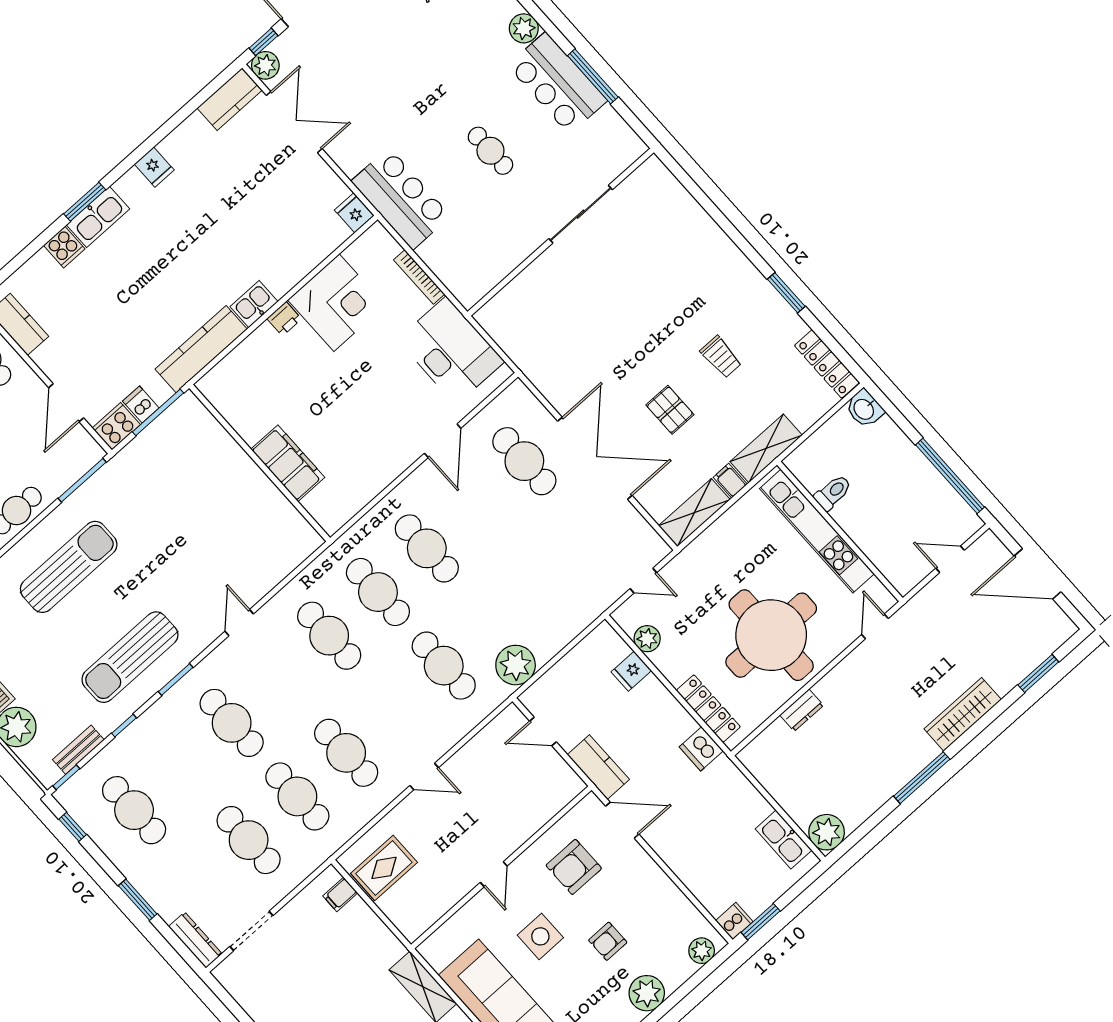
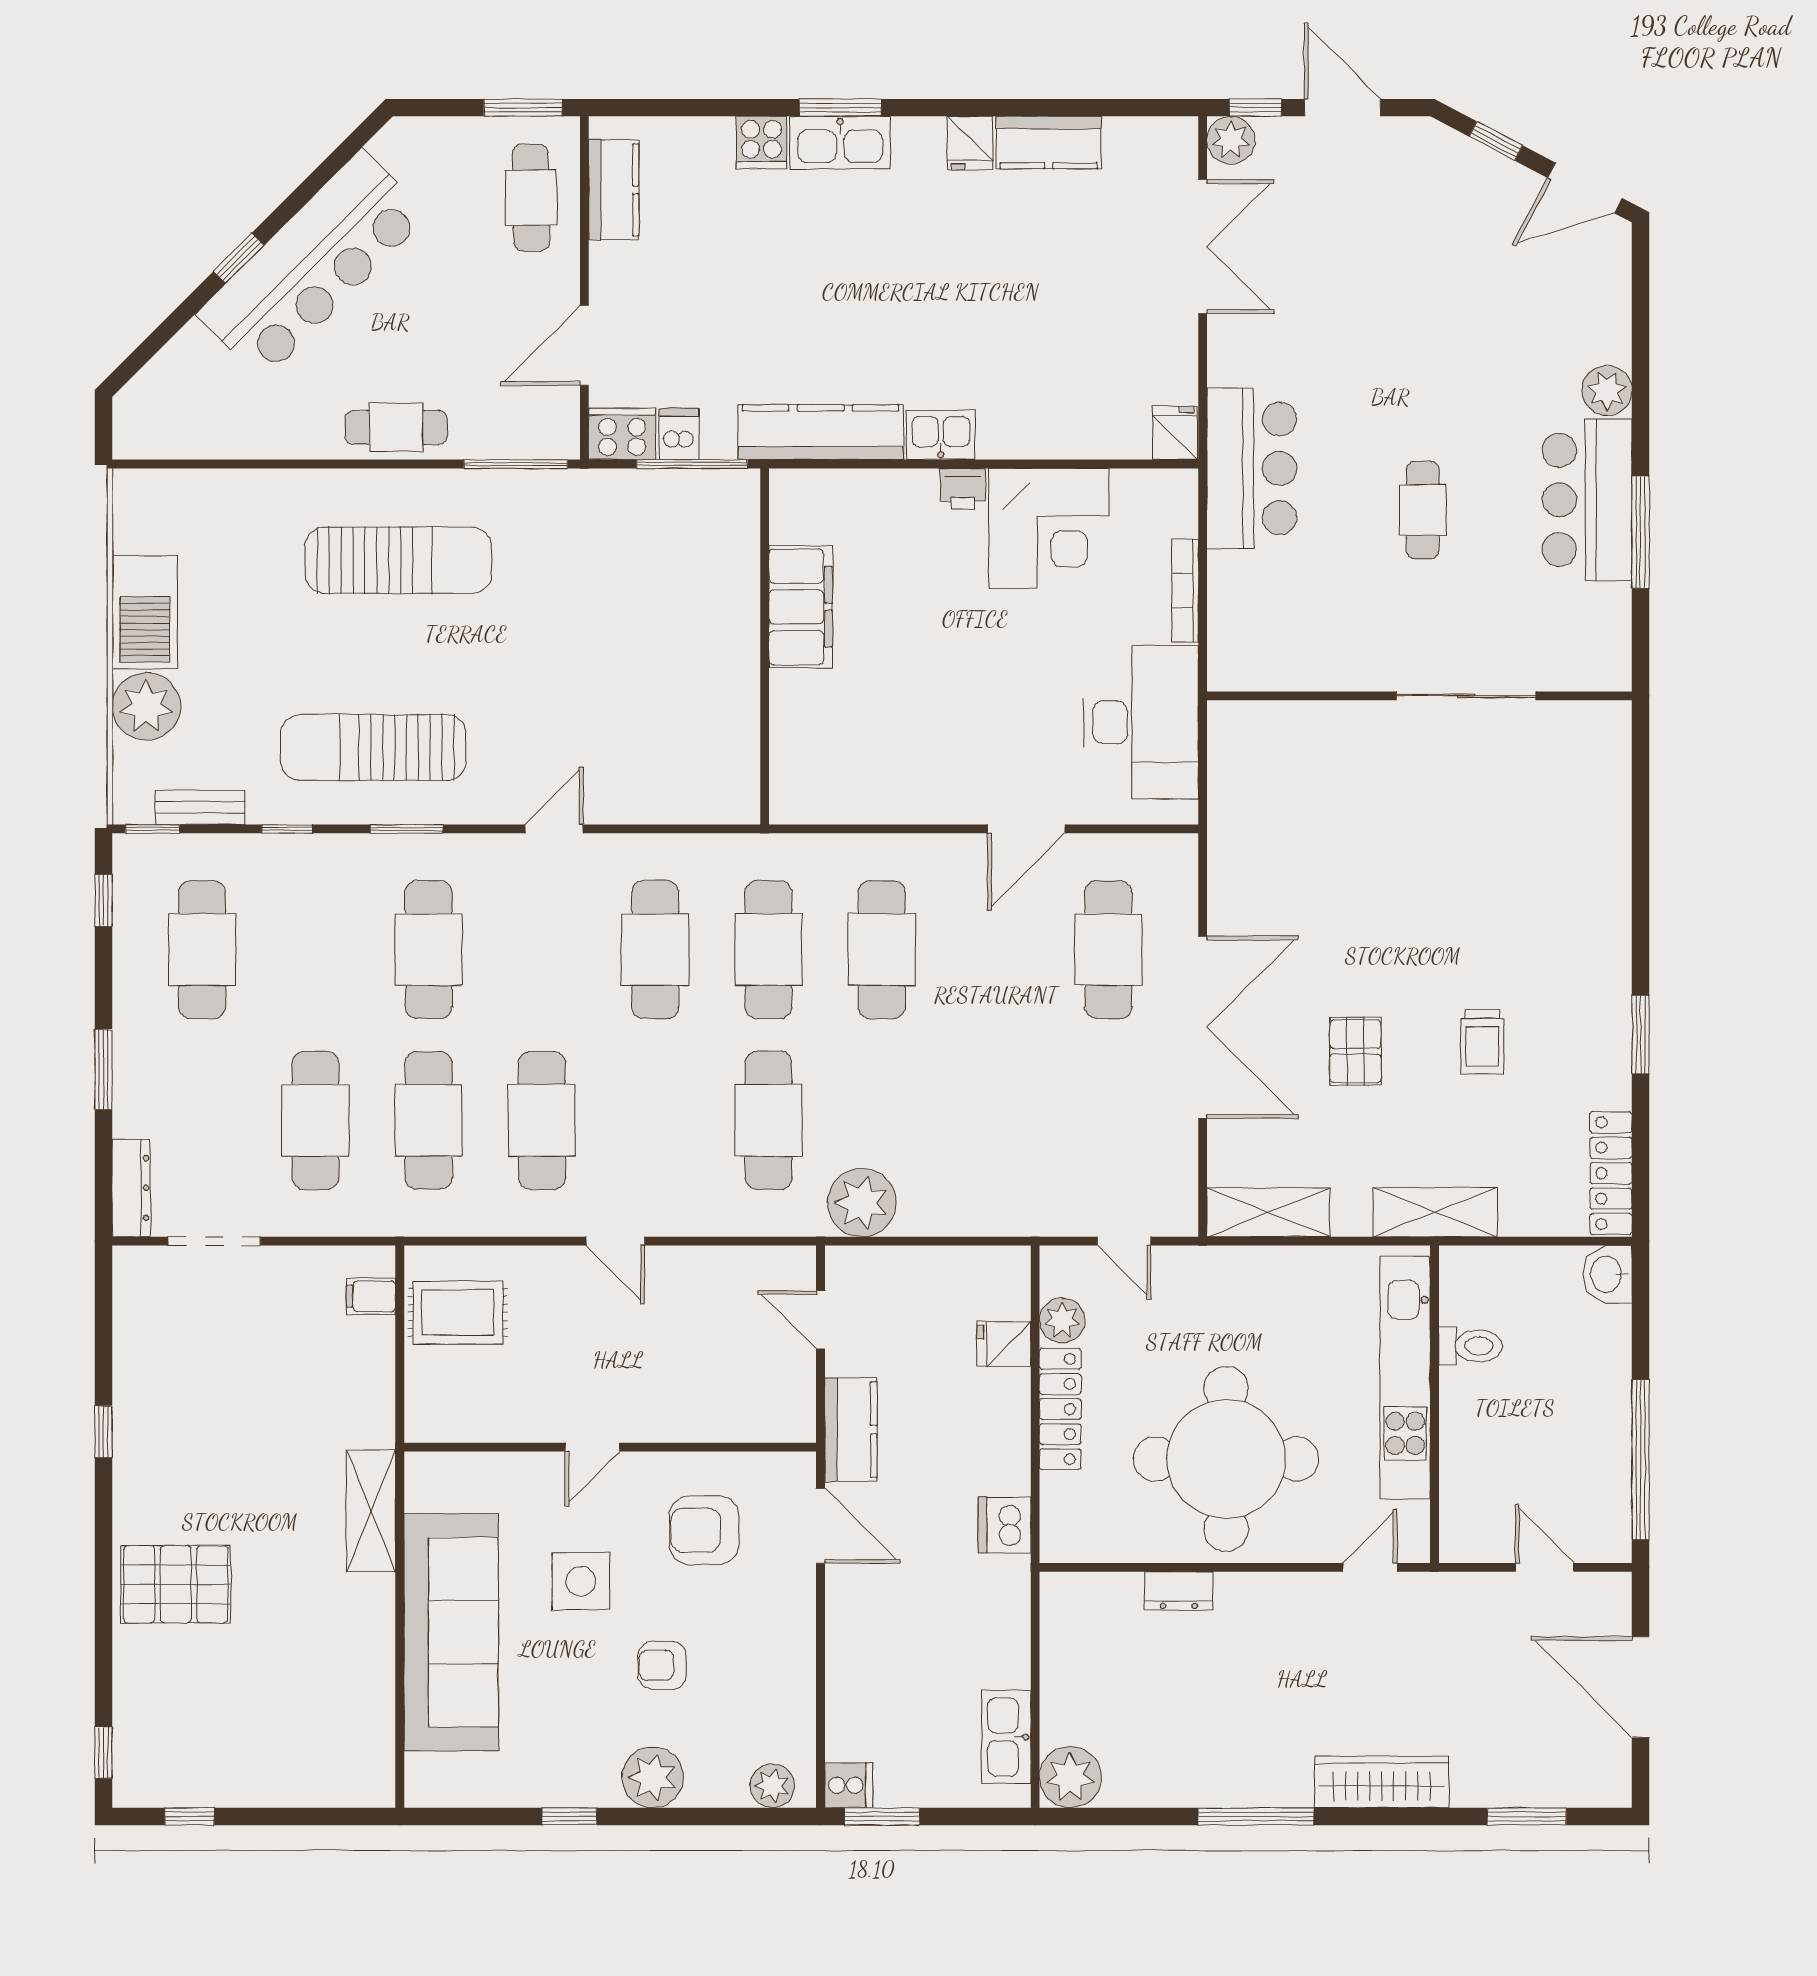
kitchen counter: (230, 99) -> (1049, 142), moved
filing cabinet: (288, 463) -> (801, 607), moved
filing cabinet: (730, 481) -> (1351, 1212), removed
locker: (708, 709) -> (1060, 1409), moved

